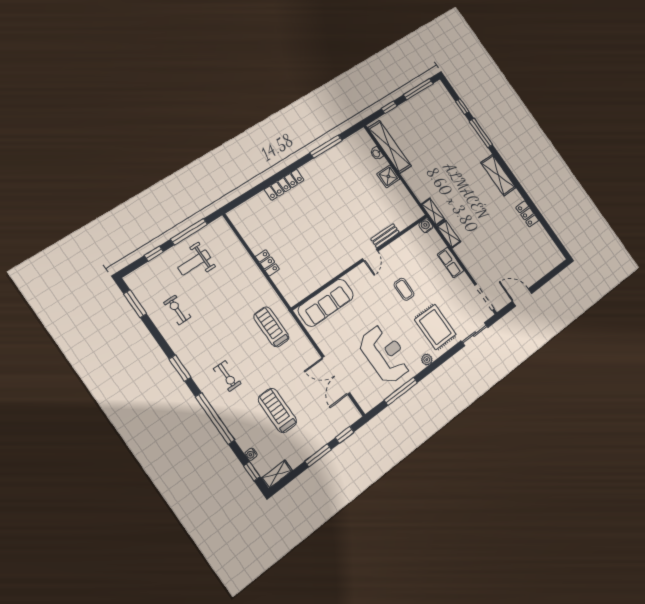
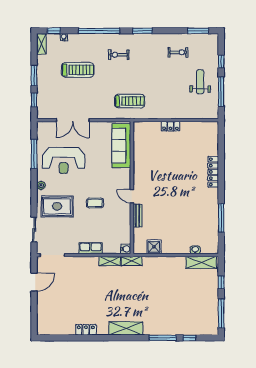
shelving: (390, 147) -> (201, 262), width x0.68
shower: (388, 176) -> (154, 247), moved
double door: (336, 375) -> (73, 120), swing flipped

